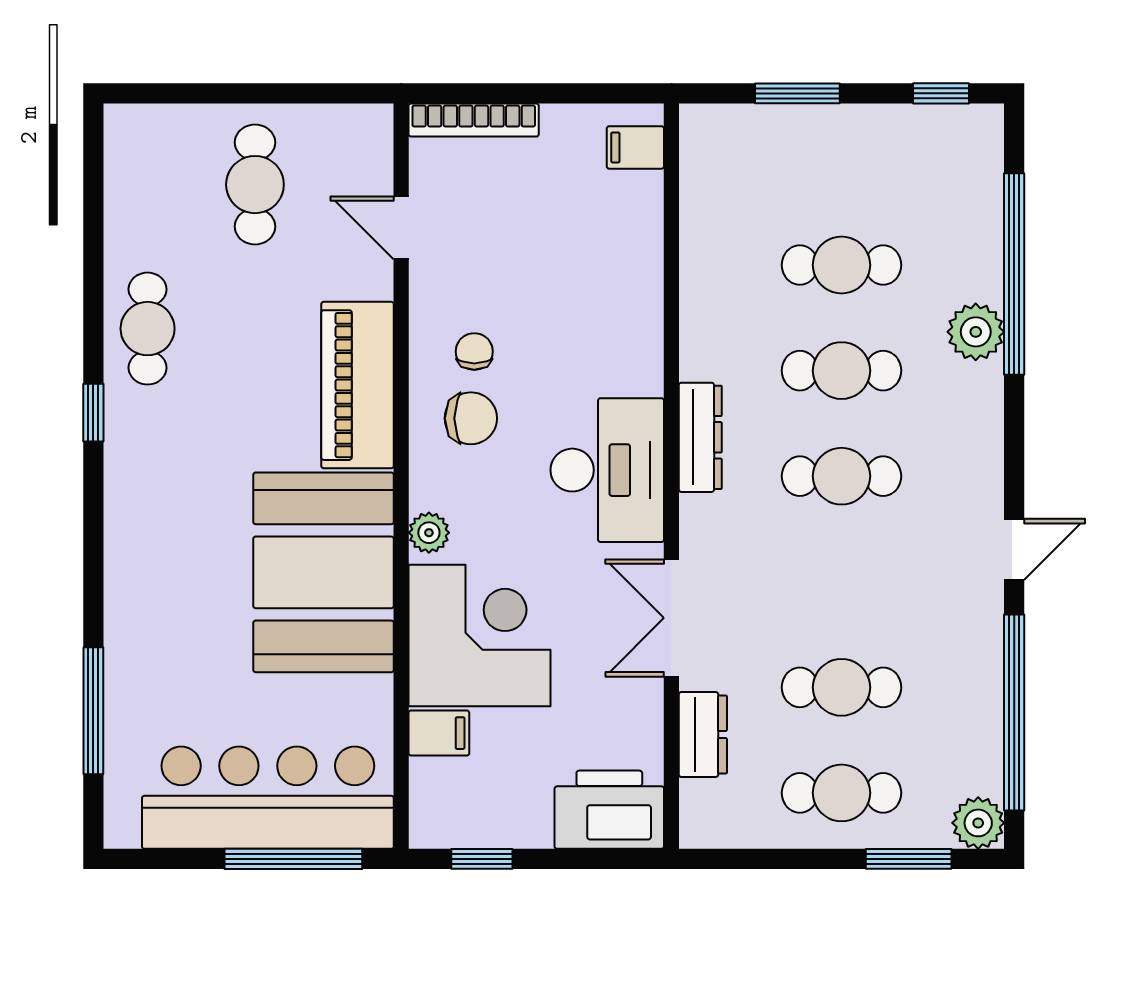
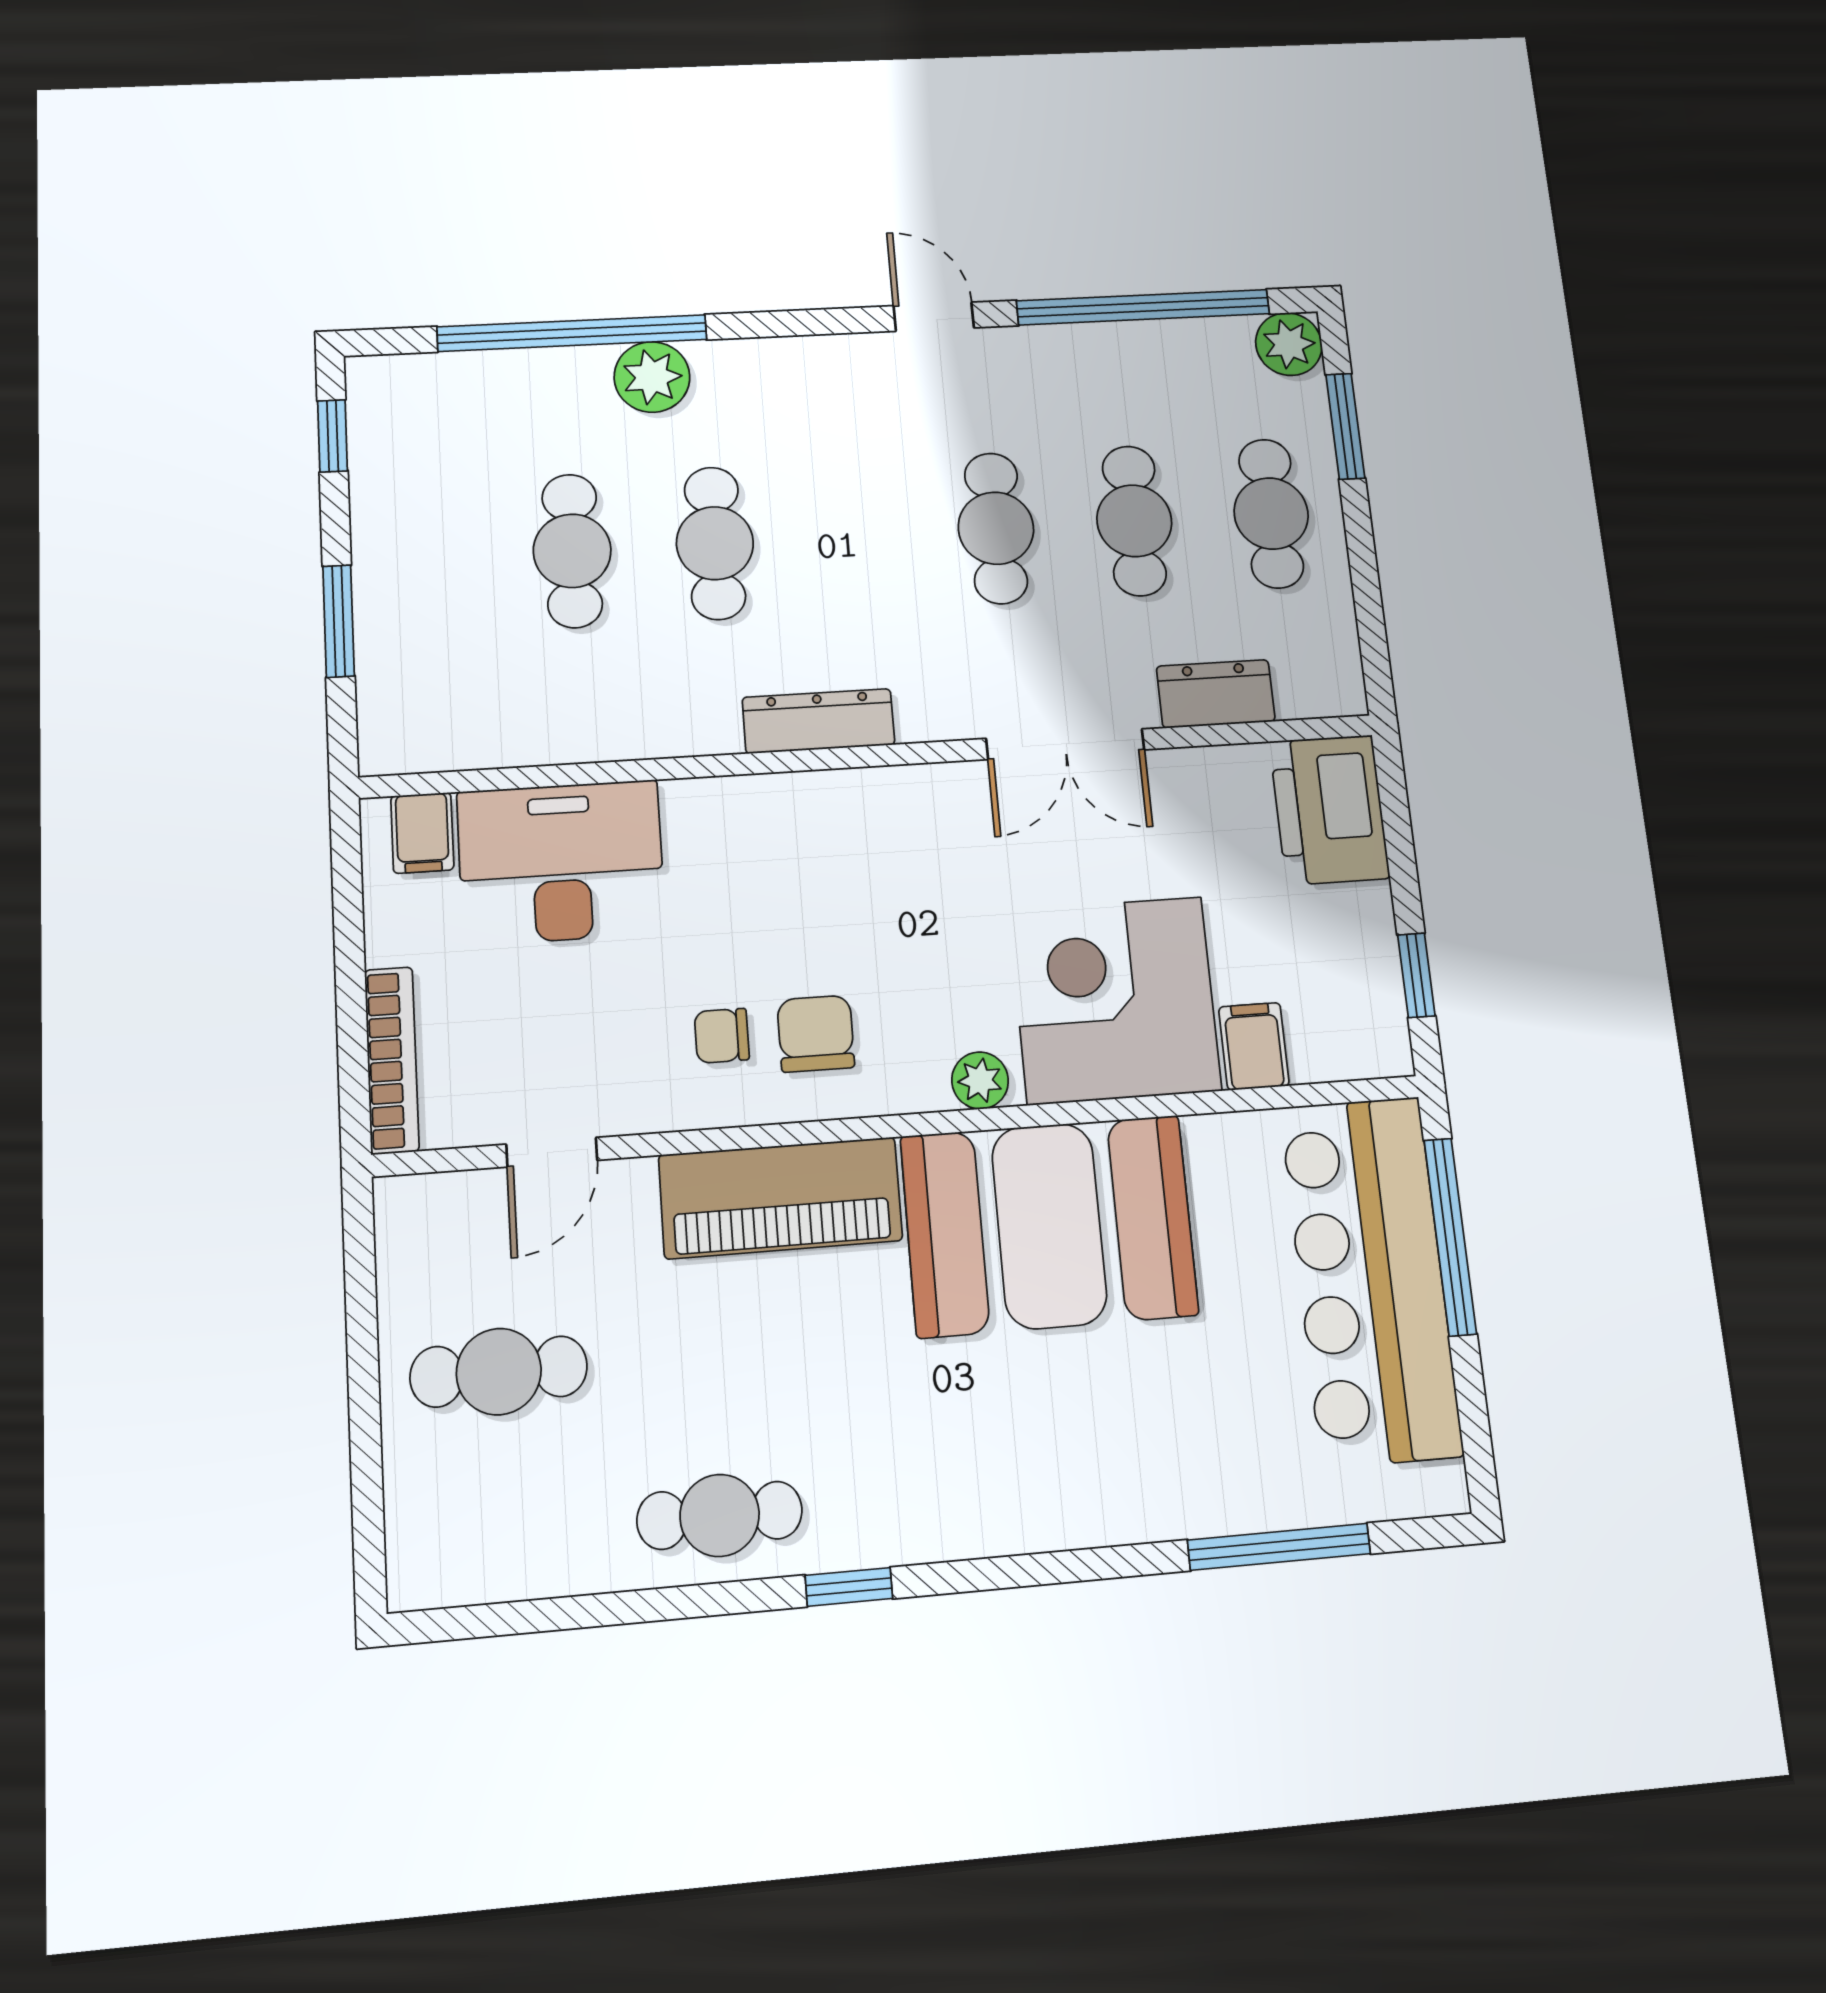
desk: (607, 470) -> (561, 862), moved
cafe table: (842, 476) -> (996, 528), moved

